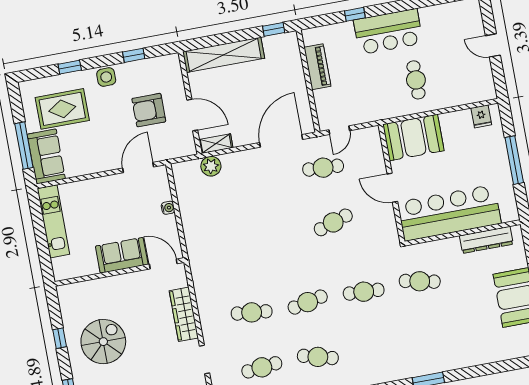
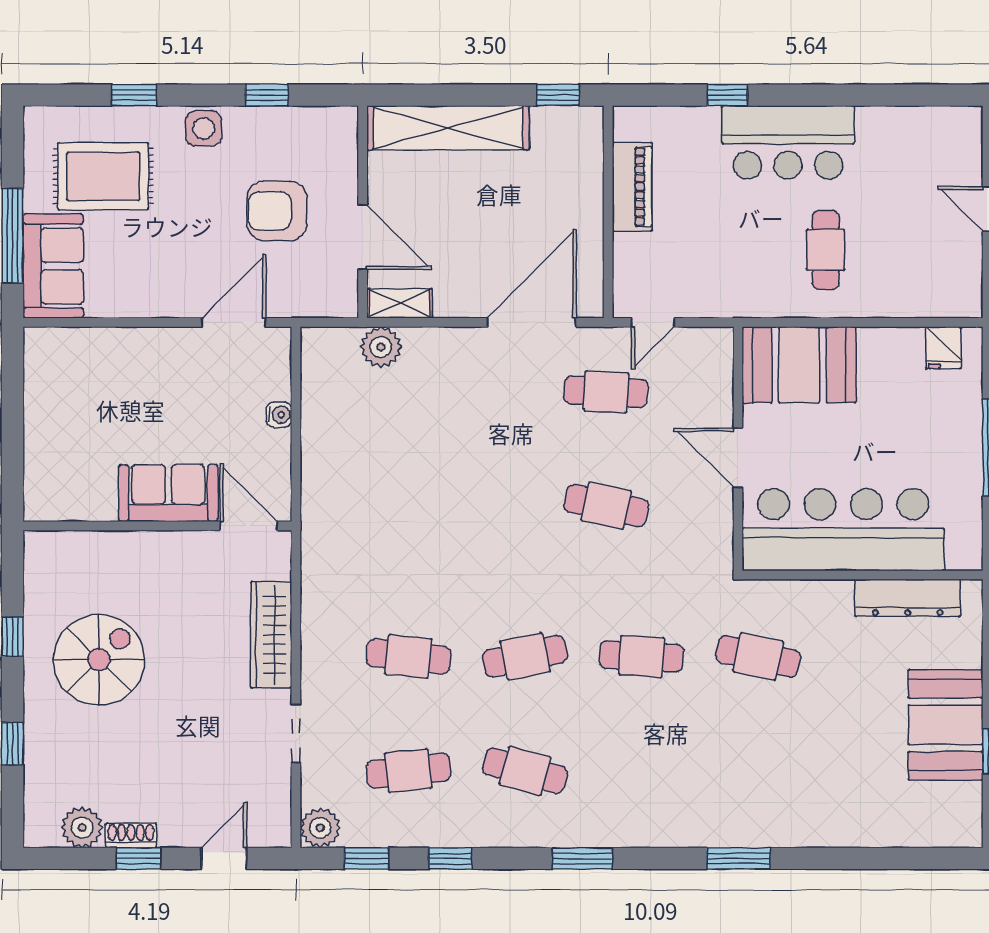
kitchen unit: (53, 221) -> (43, 399), removed
cafe table: (333, 222) -> (606, 506), turned 30

